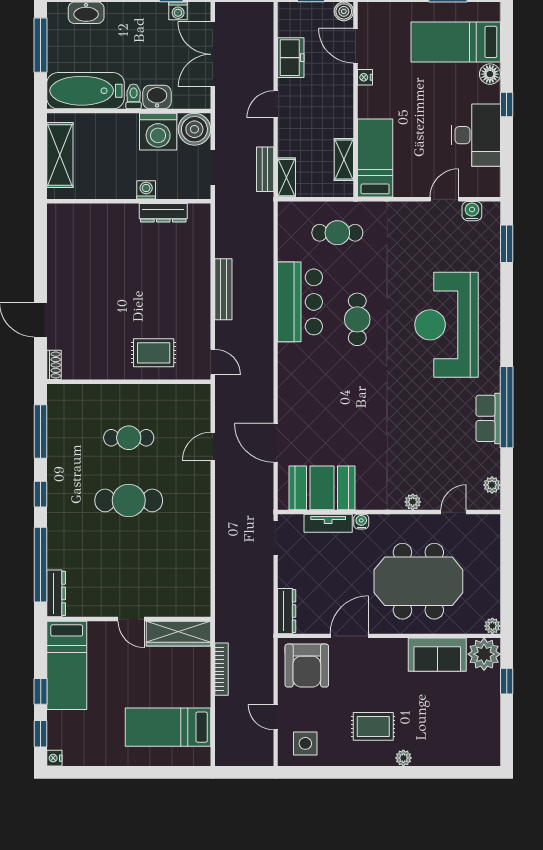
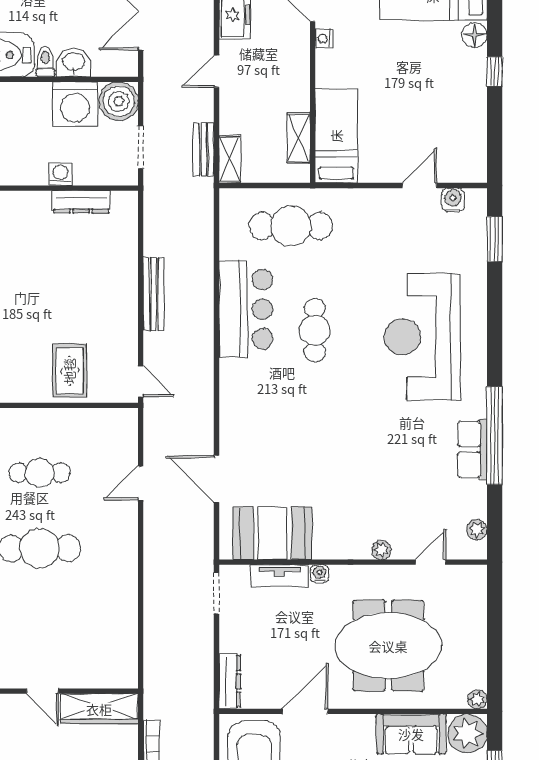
desk: (476, 135) -> (458, 108), removed
cafe table: (337, 233) -> (291, 226), width x1.37, depth x1.35
rug: (154, 353) -> (69, 371), turned 90

